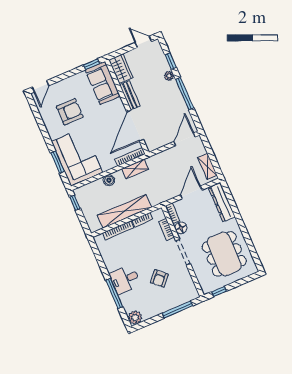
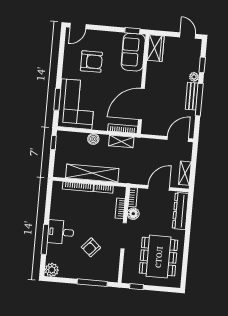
bench: (130, 95) -> (192, 96), moved

